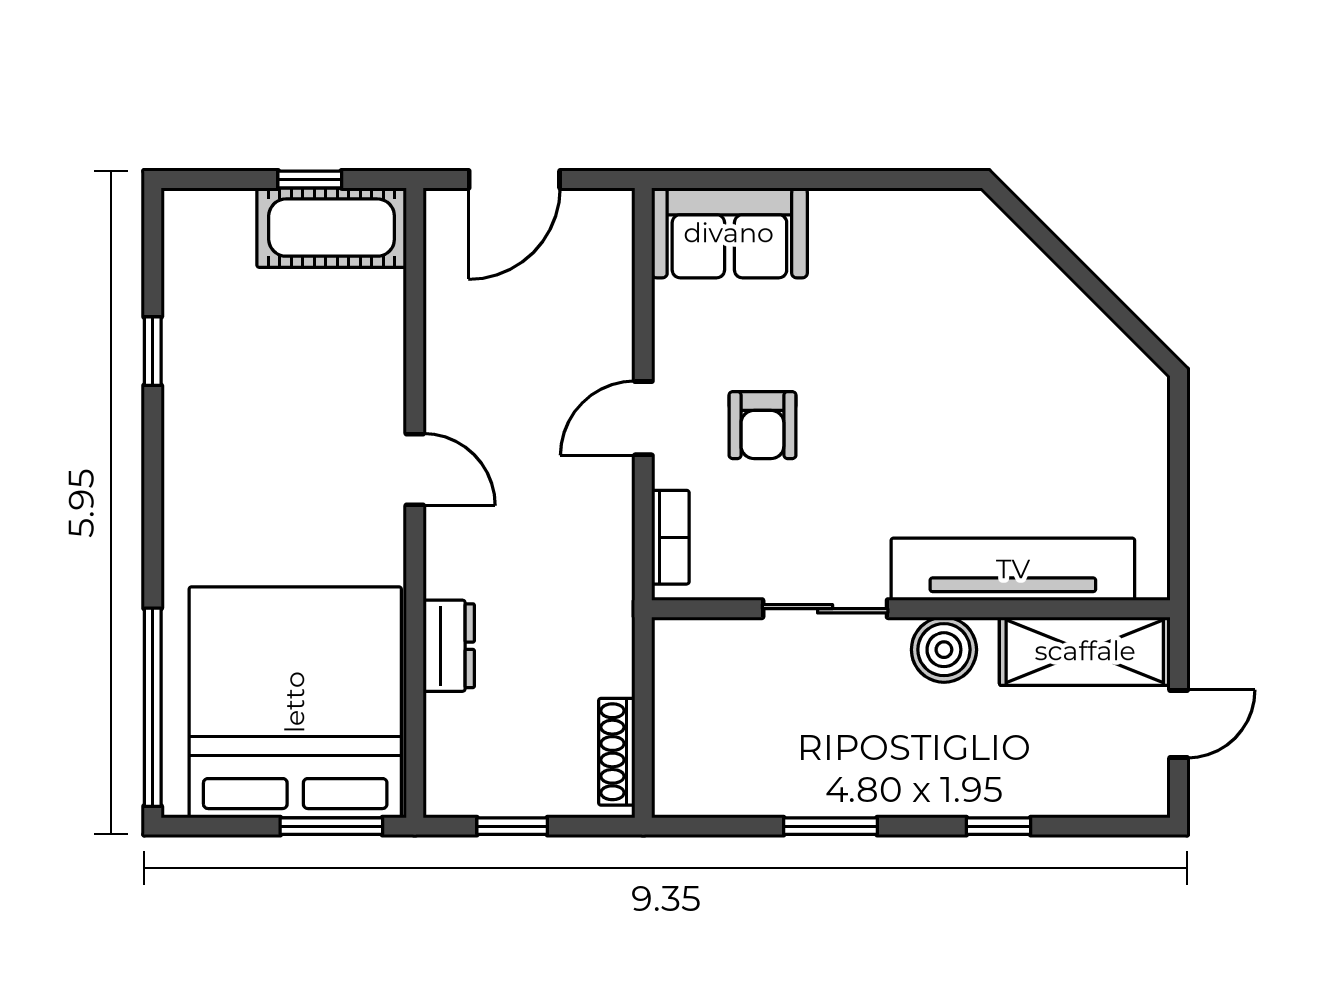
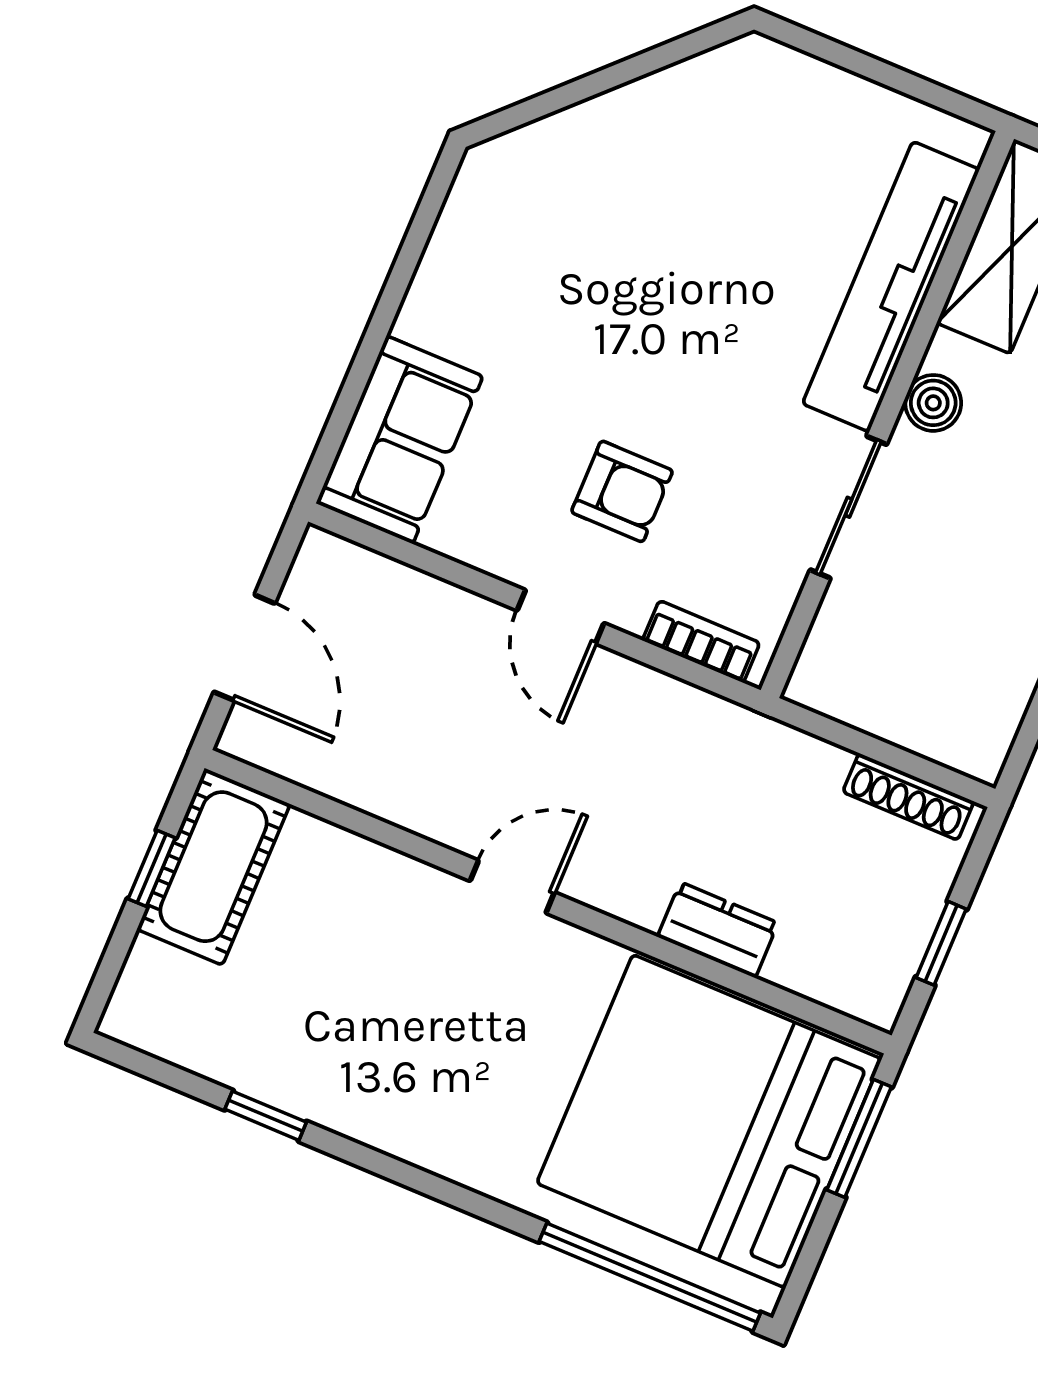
boiler: (944, 650) -> (933, 403), width x0.73, depth x0.73

